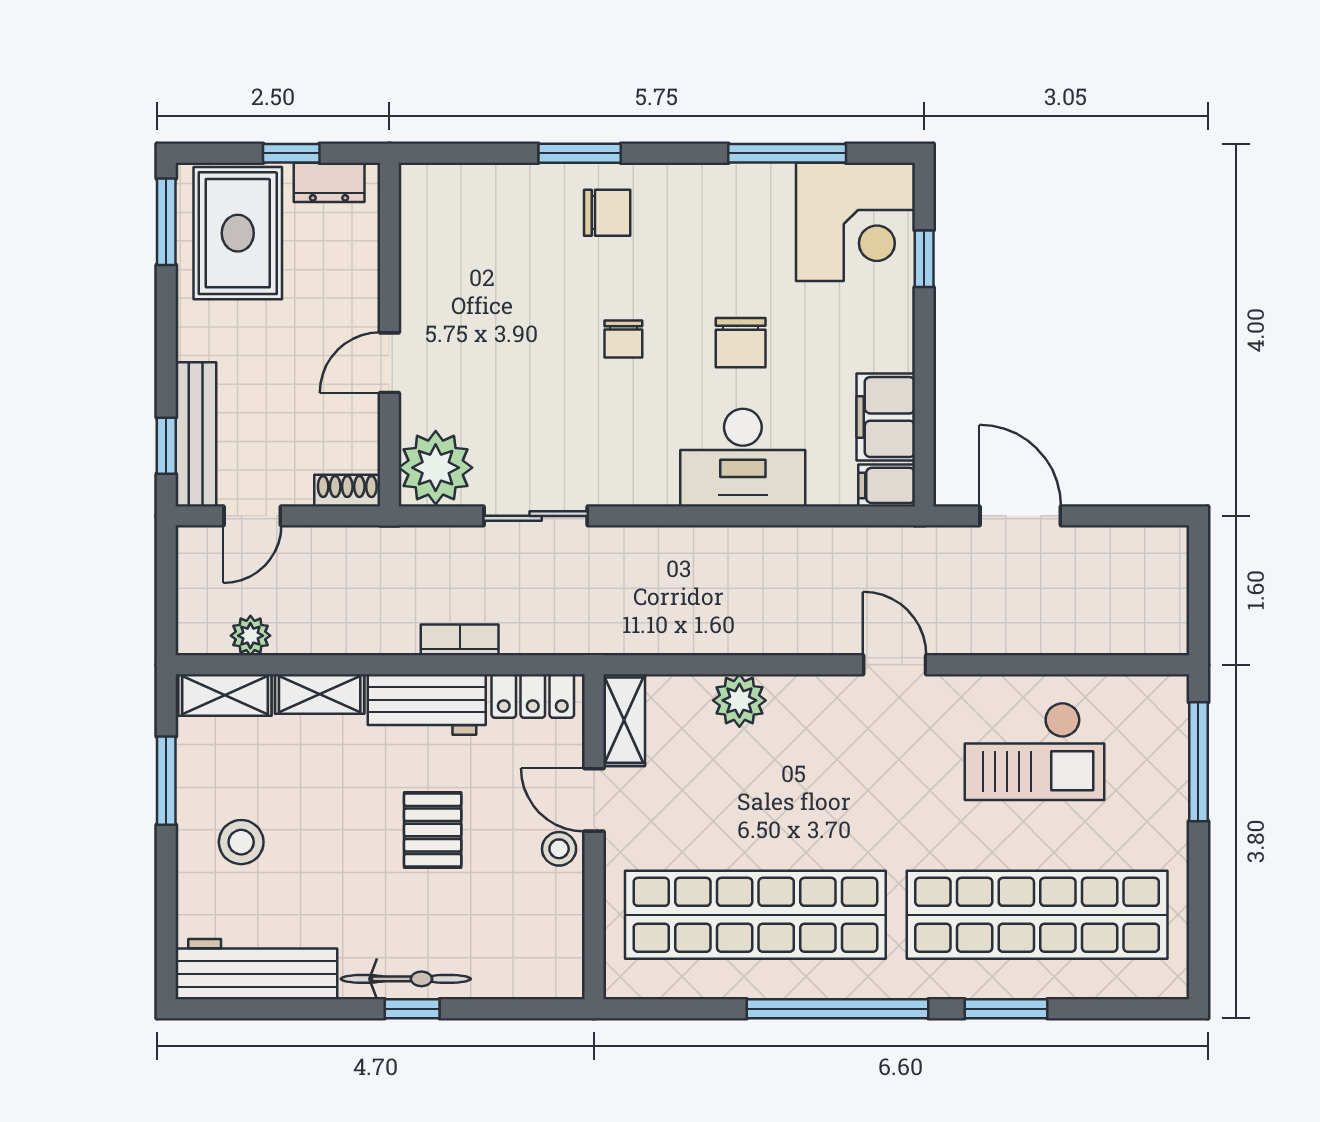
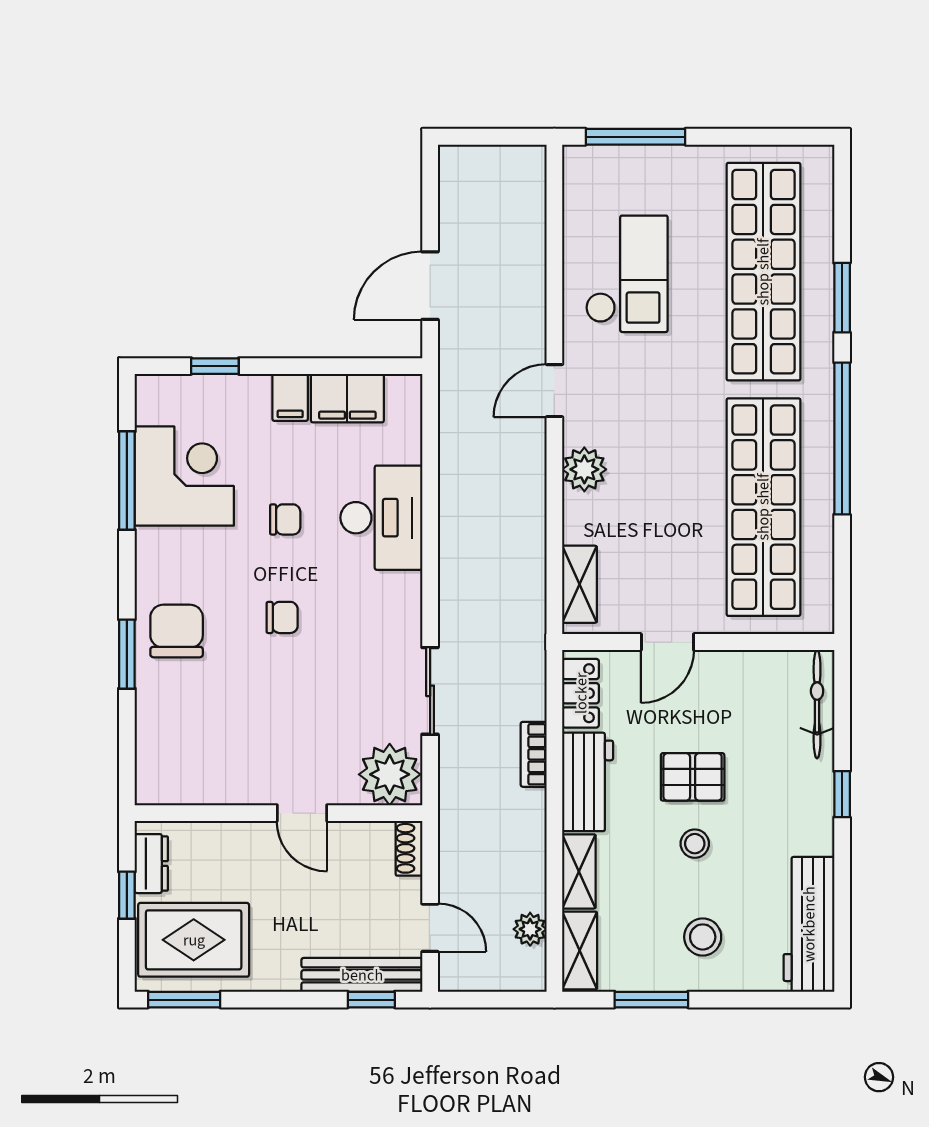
chair: (607, 213) -> (177, 631), width x1.37, depth x1.37
corner desk: (856, 222) -> (184, 476), moved
chair: (741, 343) -> (285, 519), width x0.73, depth x0.73
filing cabinet: (887, 485) -> (290, 397), moved
plant: (739, 700) -> (584, 469), moved
shelving: (624, 720) -> (580, 584), moved, turned 90
stool: (559, 849) -> (695, 844), moved
bicycle: (406, 979) -> (817, 704), moved

